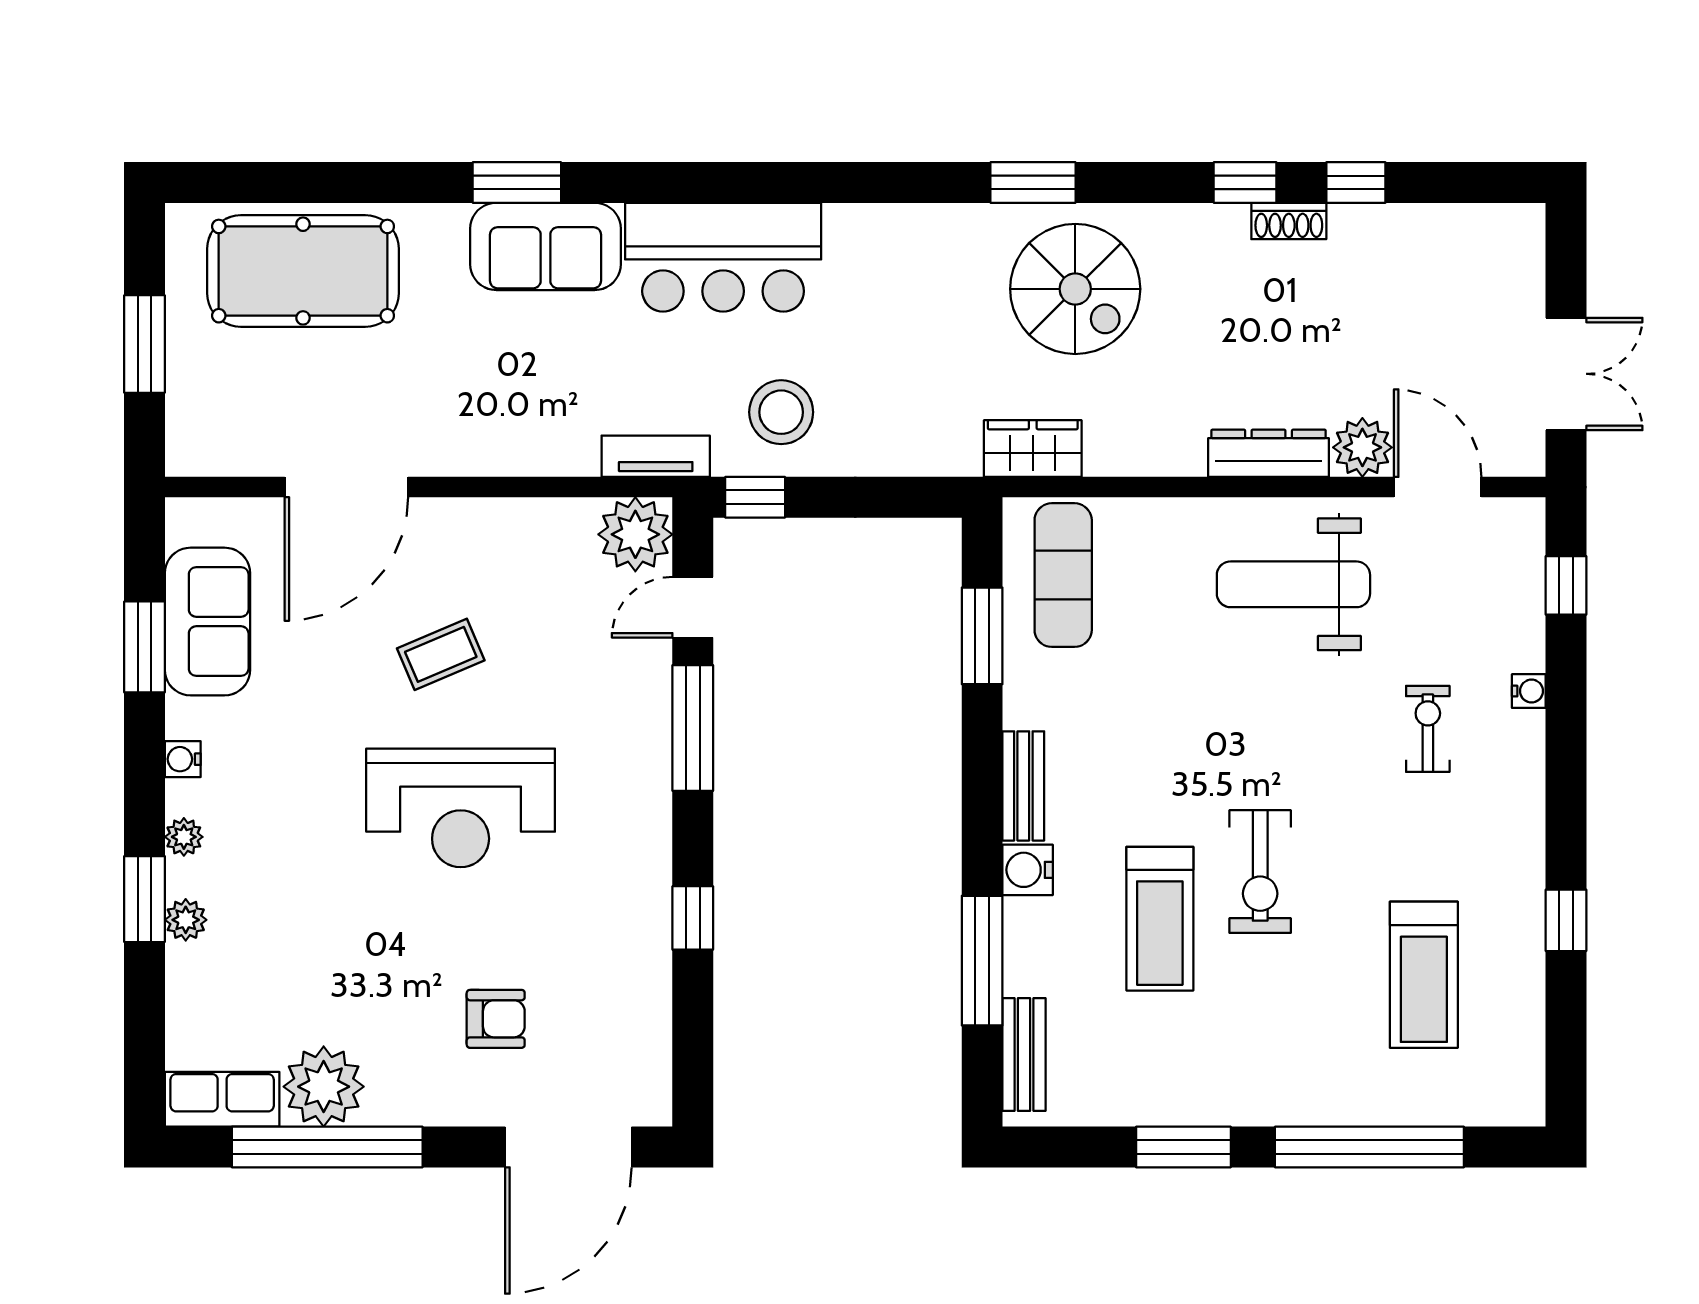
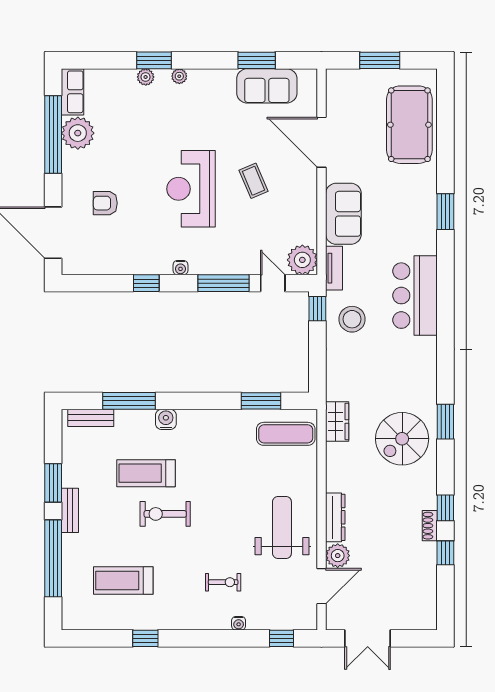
sofa: (546, 246) -> (343, 214), moved, turned 180
water cooler: (183, 759) -> (180, 268), moved, turned 180
bench: (1023, 786) -> (70, 510), moved, turned 90
armchair: (496, 1019) -> (105, 203), turned 90

